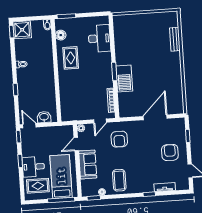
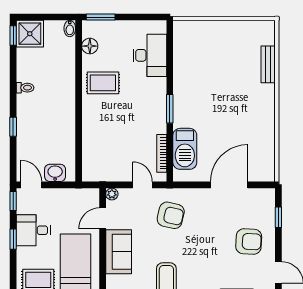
rug: (71, 58) -> (103, 83), turned 90
barbecue: (124, 78) -> (185, 149), moved
door: (100, 121) -> (142, 185), swing flipped
armchair: (119, 139) -> (171, 215), turned -77
armchair: (170, 152) -> (249, 241), turned 93
desk: (33, 167) -> (33, 230), moved

